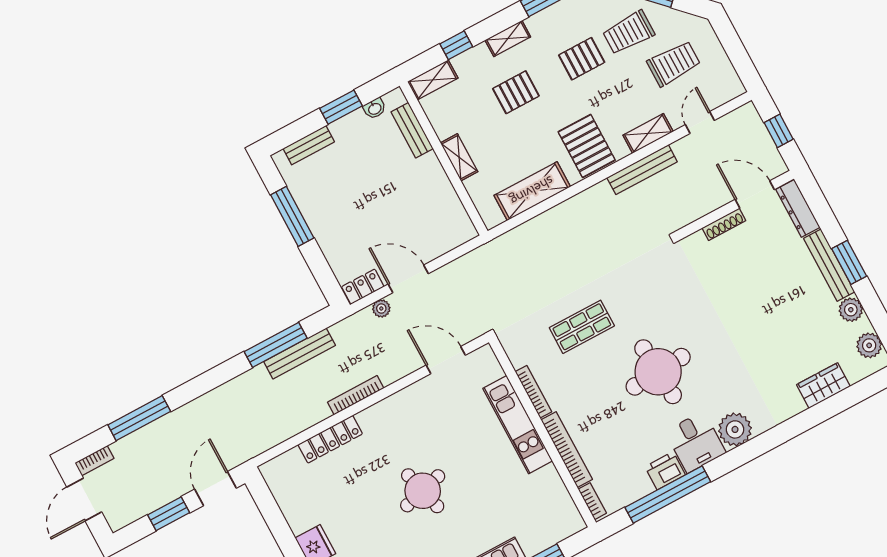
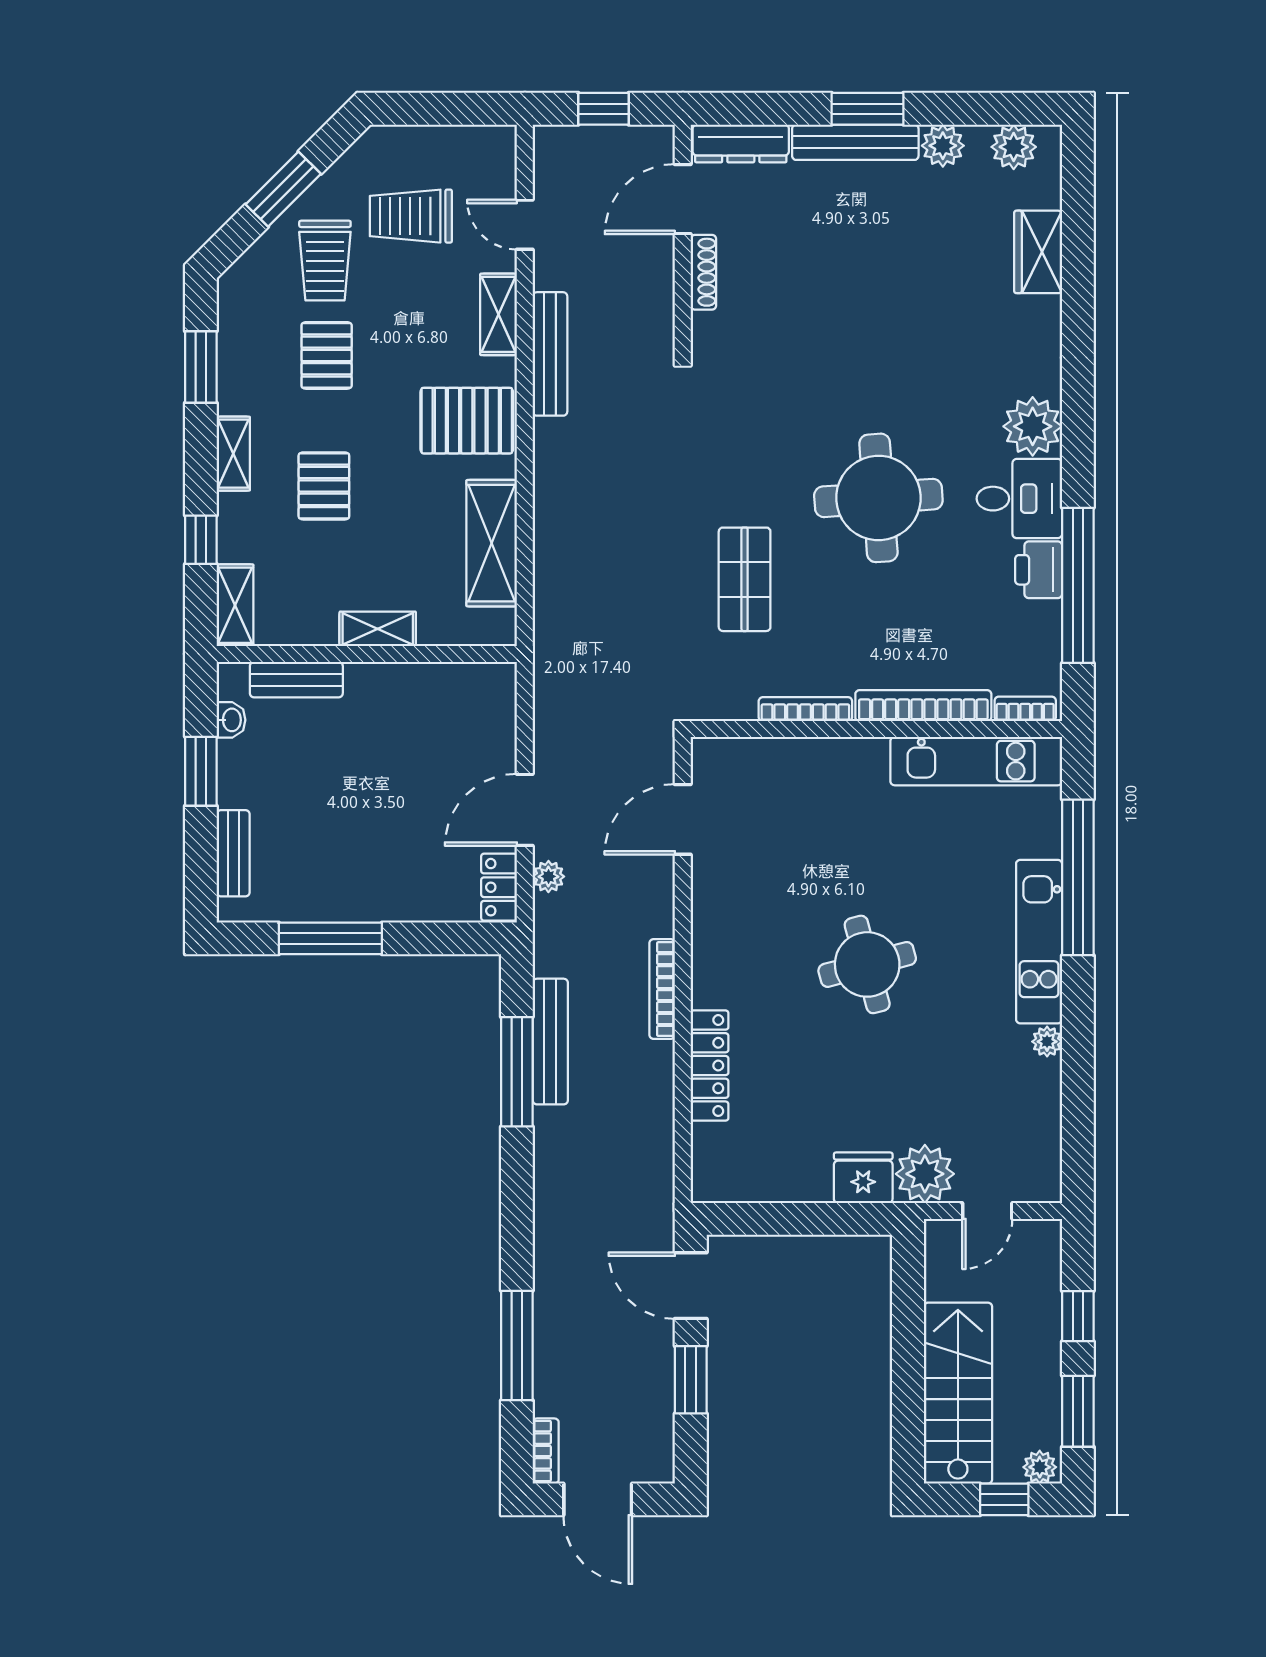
trolley: (674, 63) -> (411, 216), turned -90
kitchen unit: (518, 425) -> (976, 761), moved

